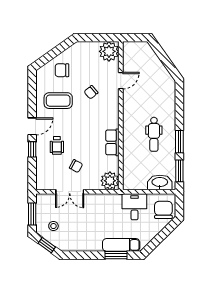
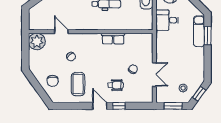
plant: (110, 181) -> (145, 41), removed

